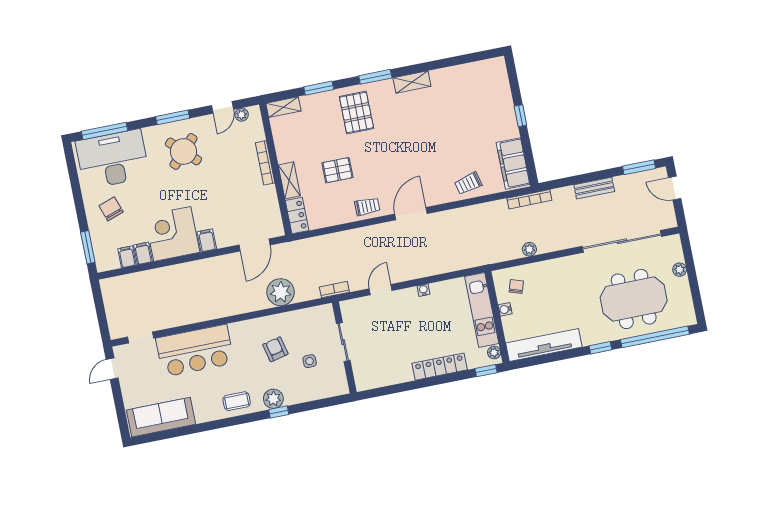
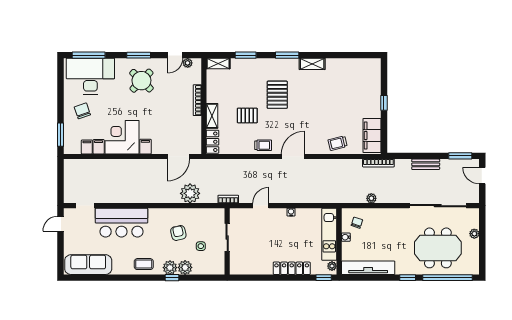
pallet: (356, 112) -> (277, 95), moved
plant: (294, 395) -> (185, 267), added

